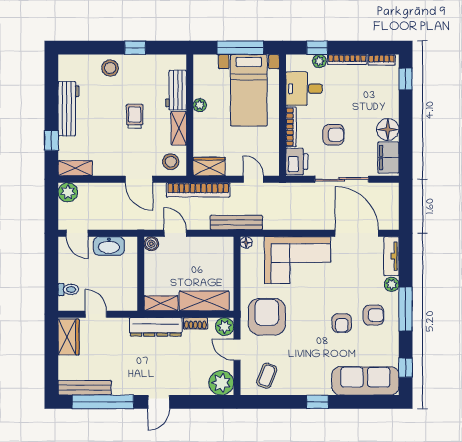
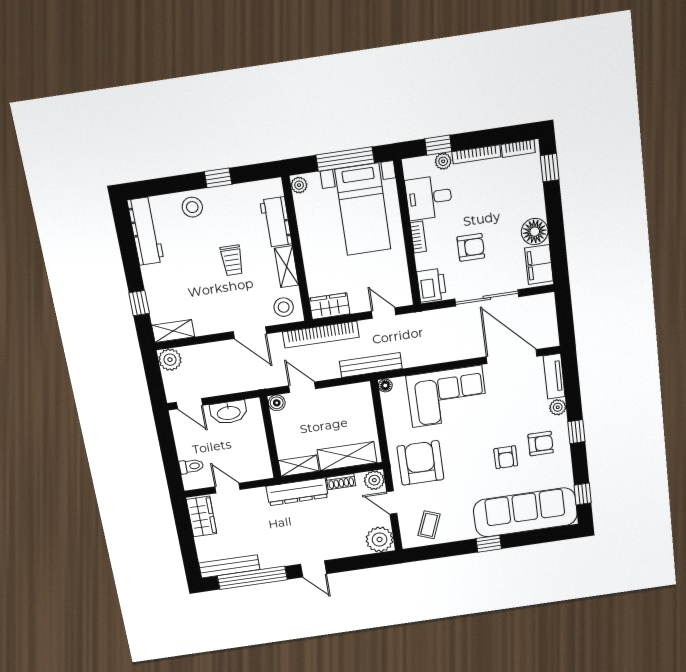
plant: (200, 105) -> (299, 185), moved
workbench: (68, 109) -> (146, 231), moved
trolley: (135, 116) -> (232, 260), turned 180
bookcase: (291, 127) -> (418, 237), width x0.64
window: (406, 309) -> (576, 432), width x0.46
sofa: (365, 381) -> (525, 512), width x1.36, depth x1.27
door: (159, 402) -> (314, 569), hinge flipped

